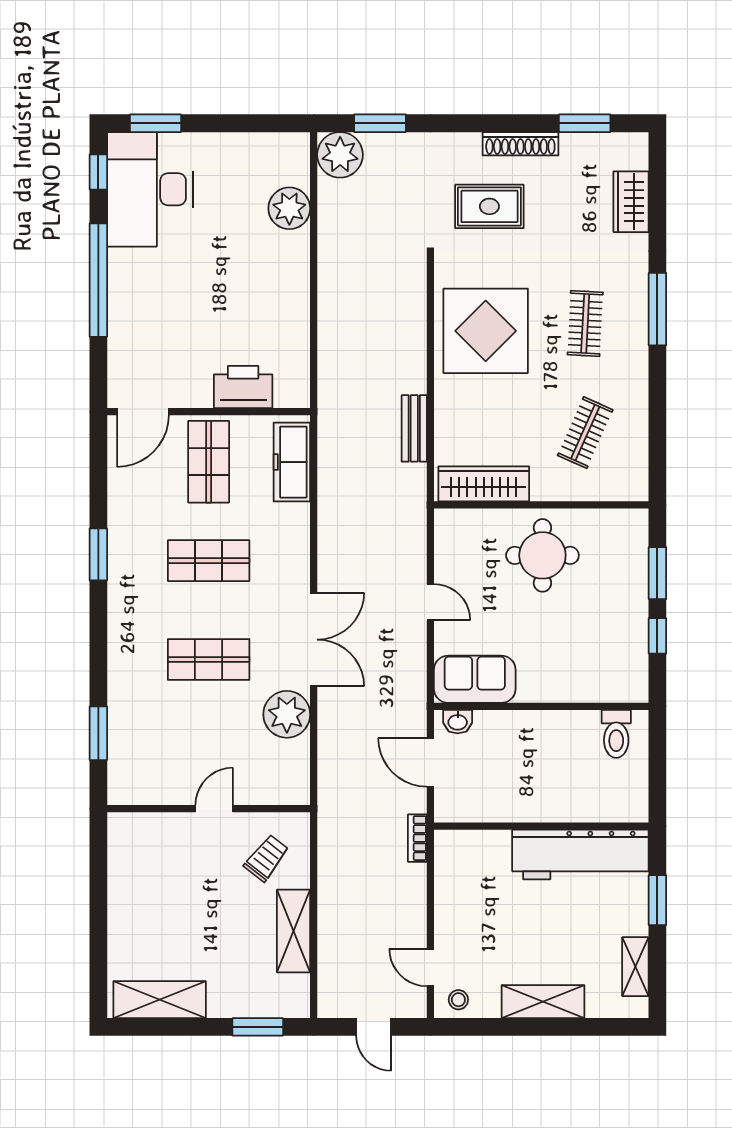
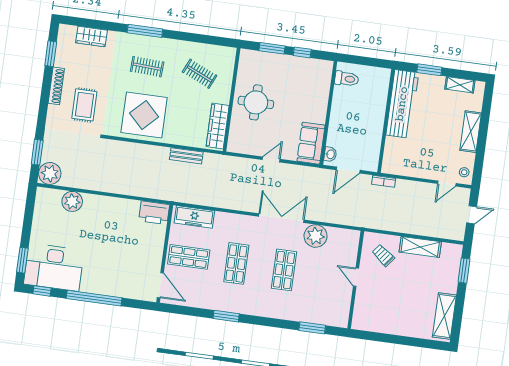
printer: (243, 387) -> (154, 213), moved, turned -90

